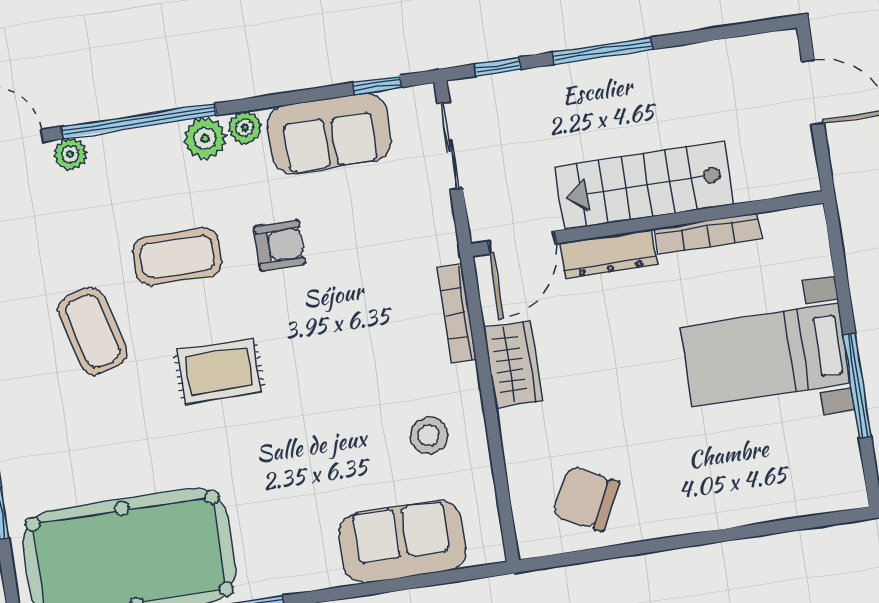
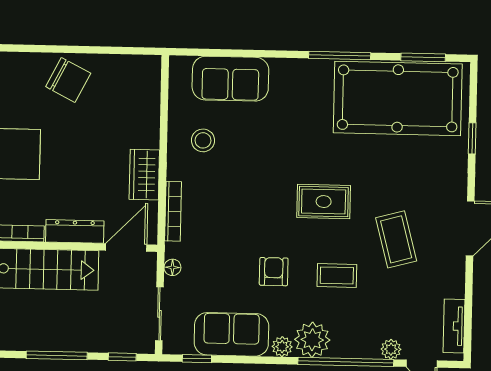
plant: (205, 138) -> (312, 340), width x1.36, depth x1.36
floor lamp: (442, 224) -> (172, 267), added
armchair: (279, 245) -> (274, 272), turned 90
coffee table: (177, 257) -> (337, 275), width x0.73, depth x0.77
chair: (586, 499) -> (68, 80), moved

